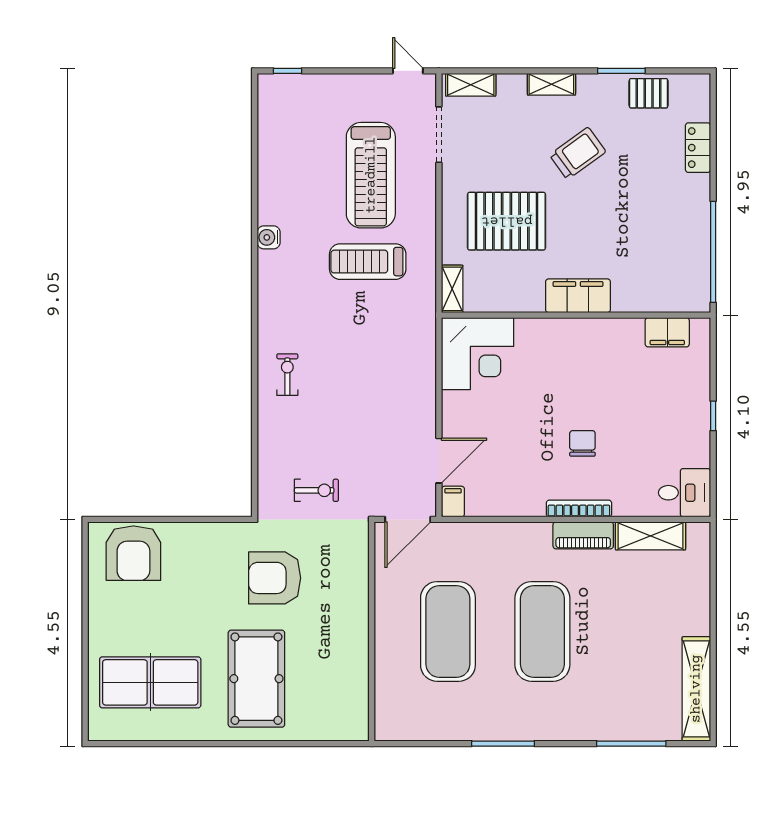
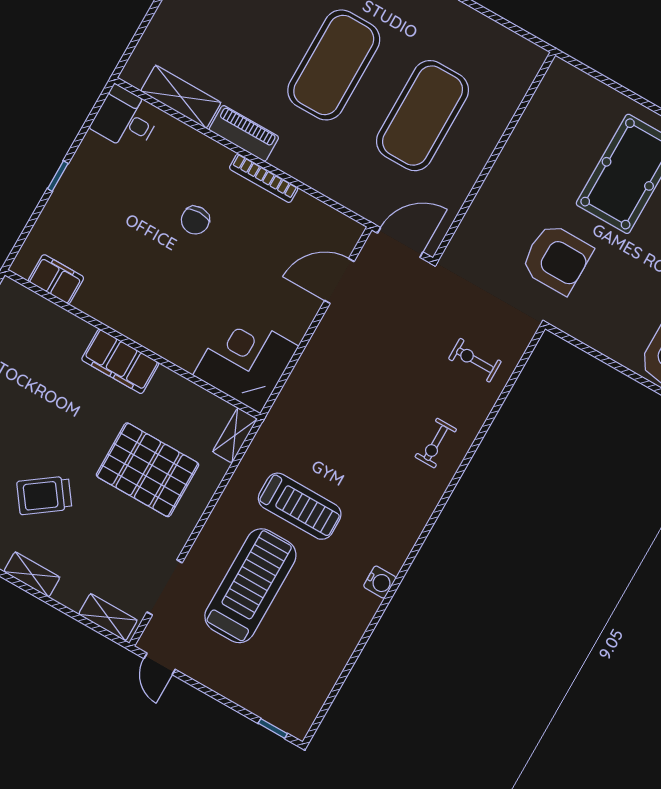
exercise bike: (316, 490) -> (475, 360), moved
filing cabinet: (453, 502) -> (348, 235), removed
bookcase: (579, 508) -> (264, 178), moved

